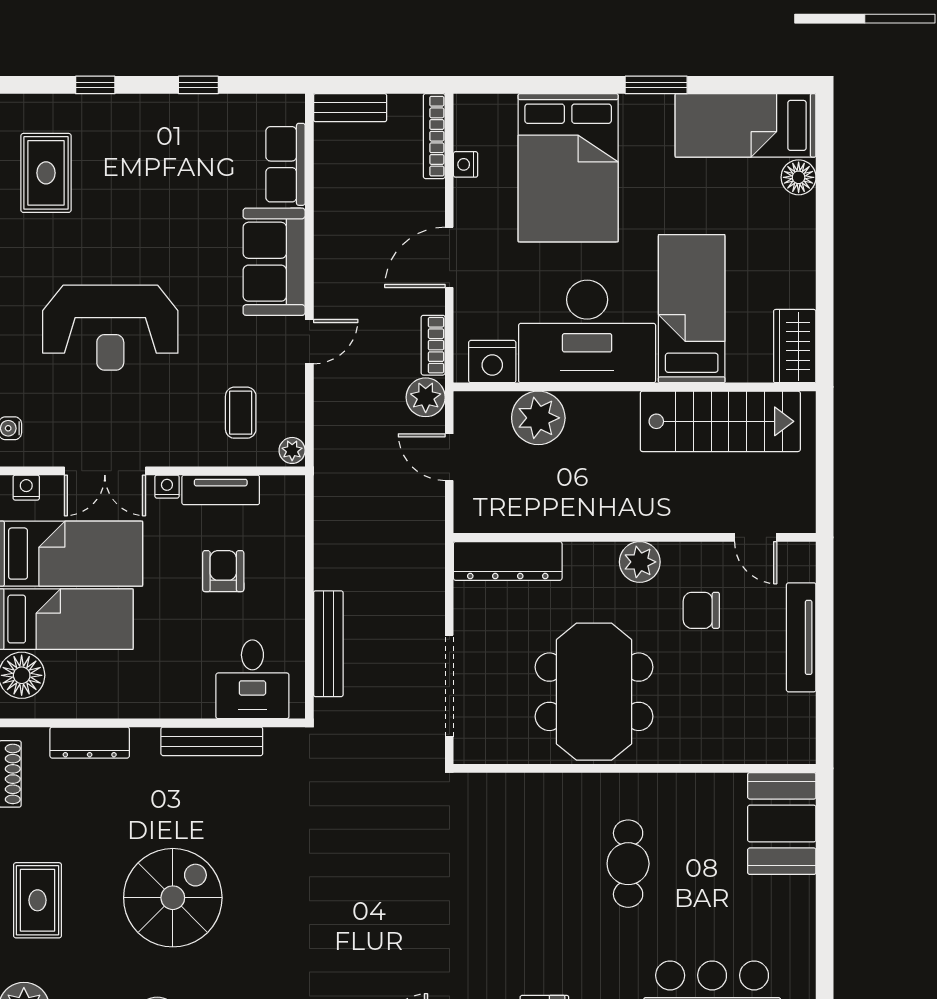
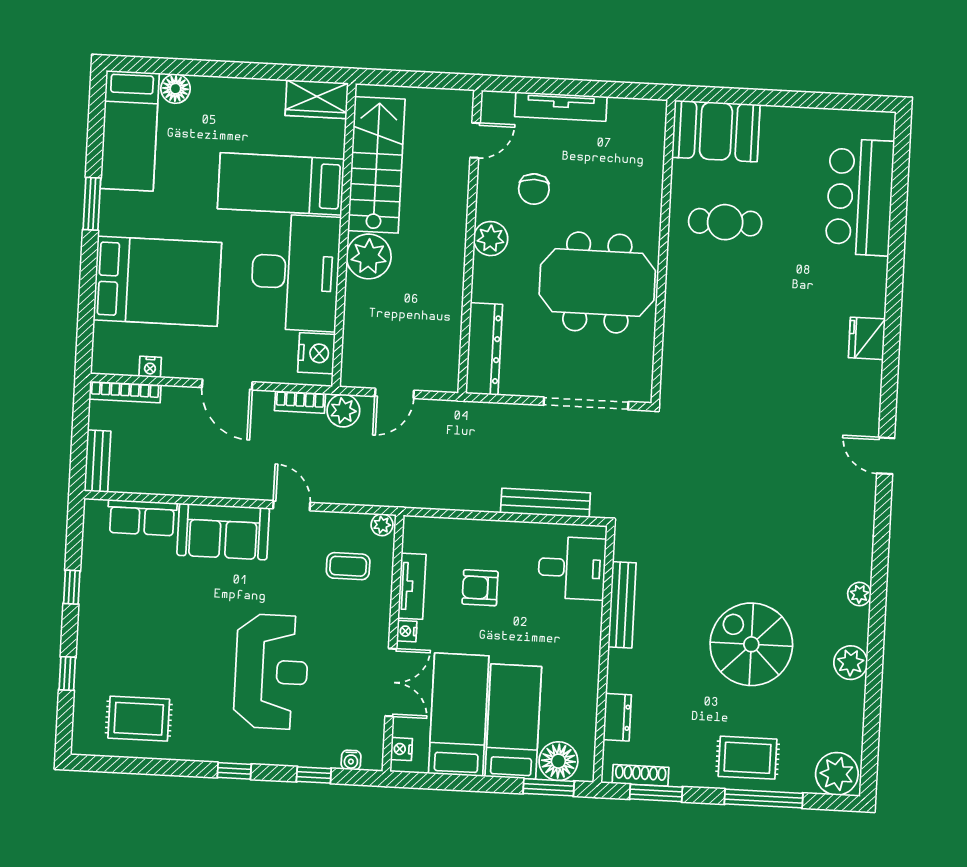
plant: (538, 418) -> (369, 256), moved
dresser: (90, 743) -> (617, 717), width x0.70
cafe table: (628, 864) -> (725, 222), moved

